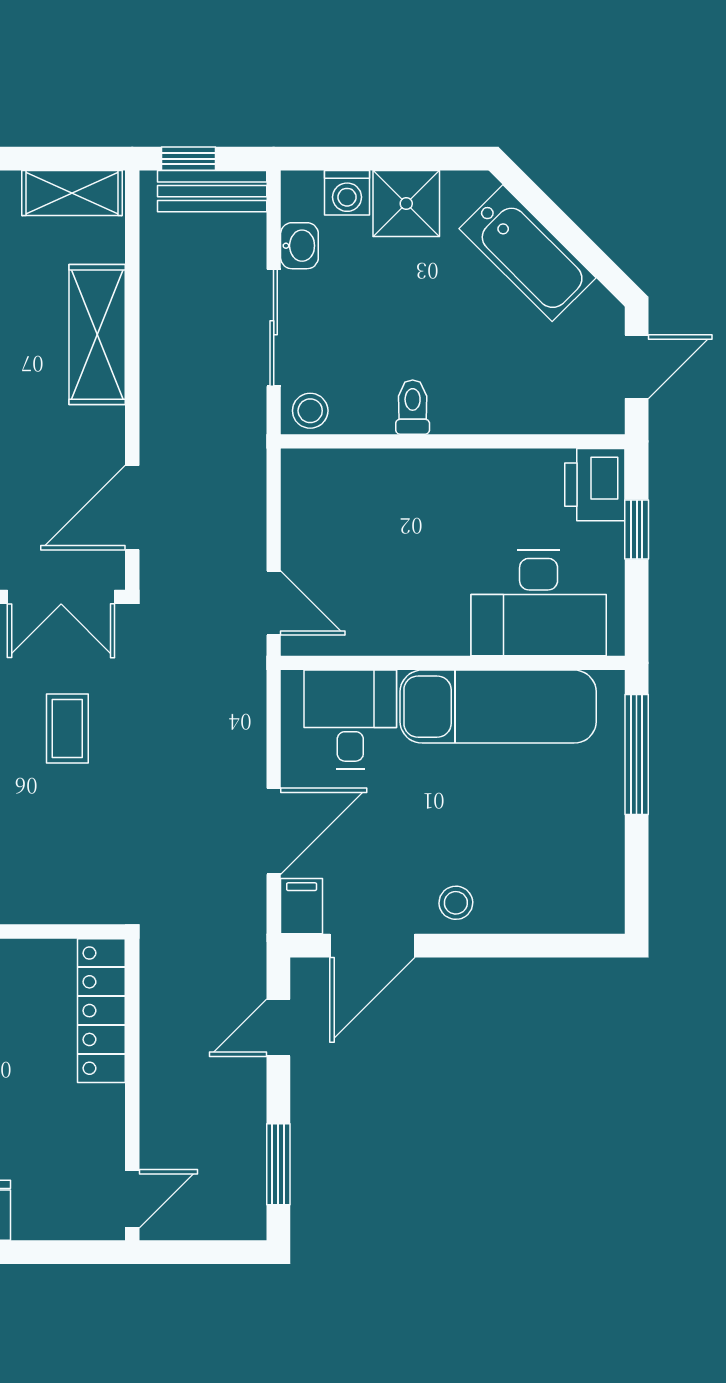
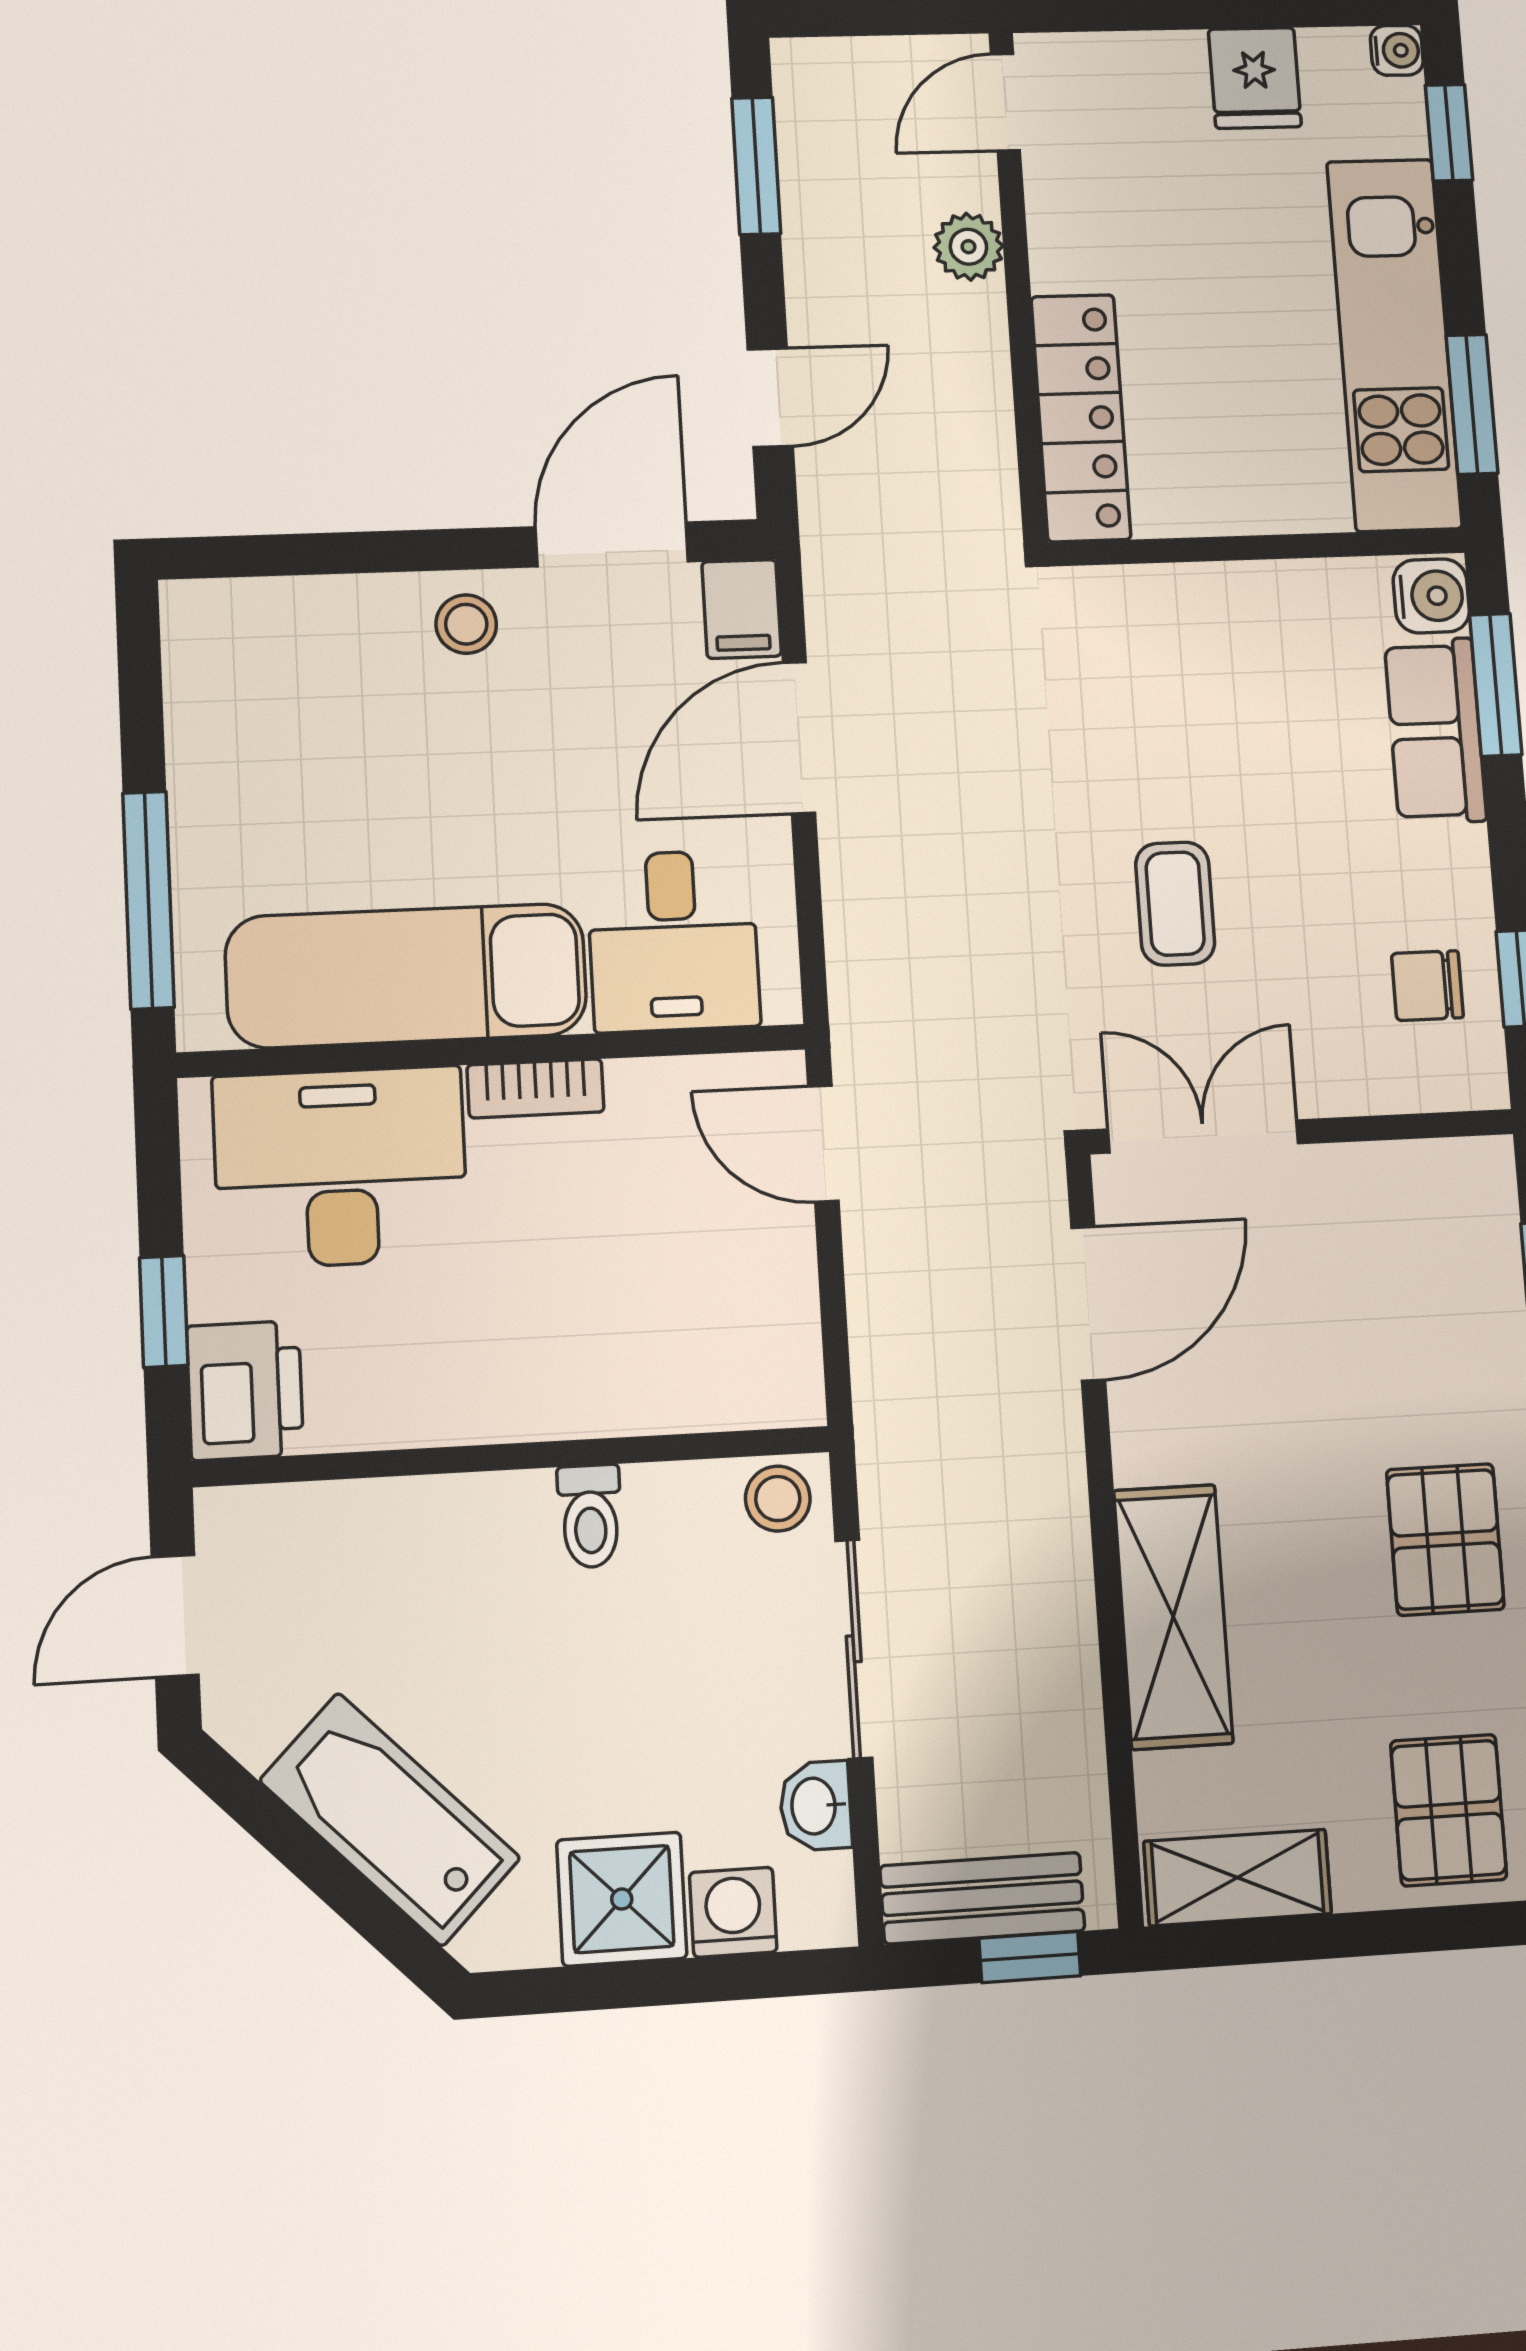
bookcase: (430, 641) -> (536, 1088), added
plant: (159, 1113) -> (968, 247), added

